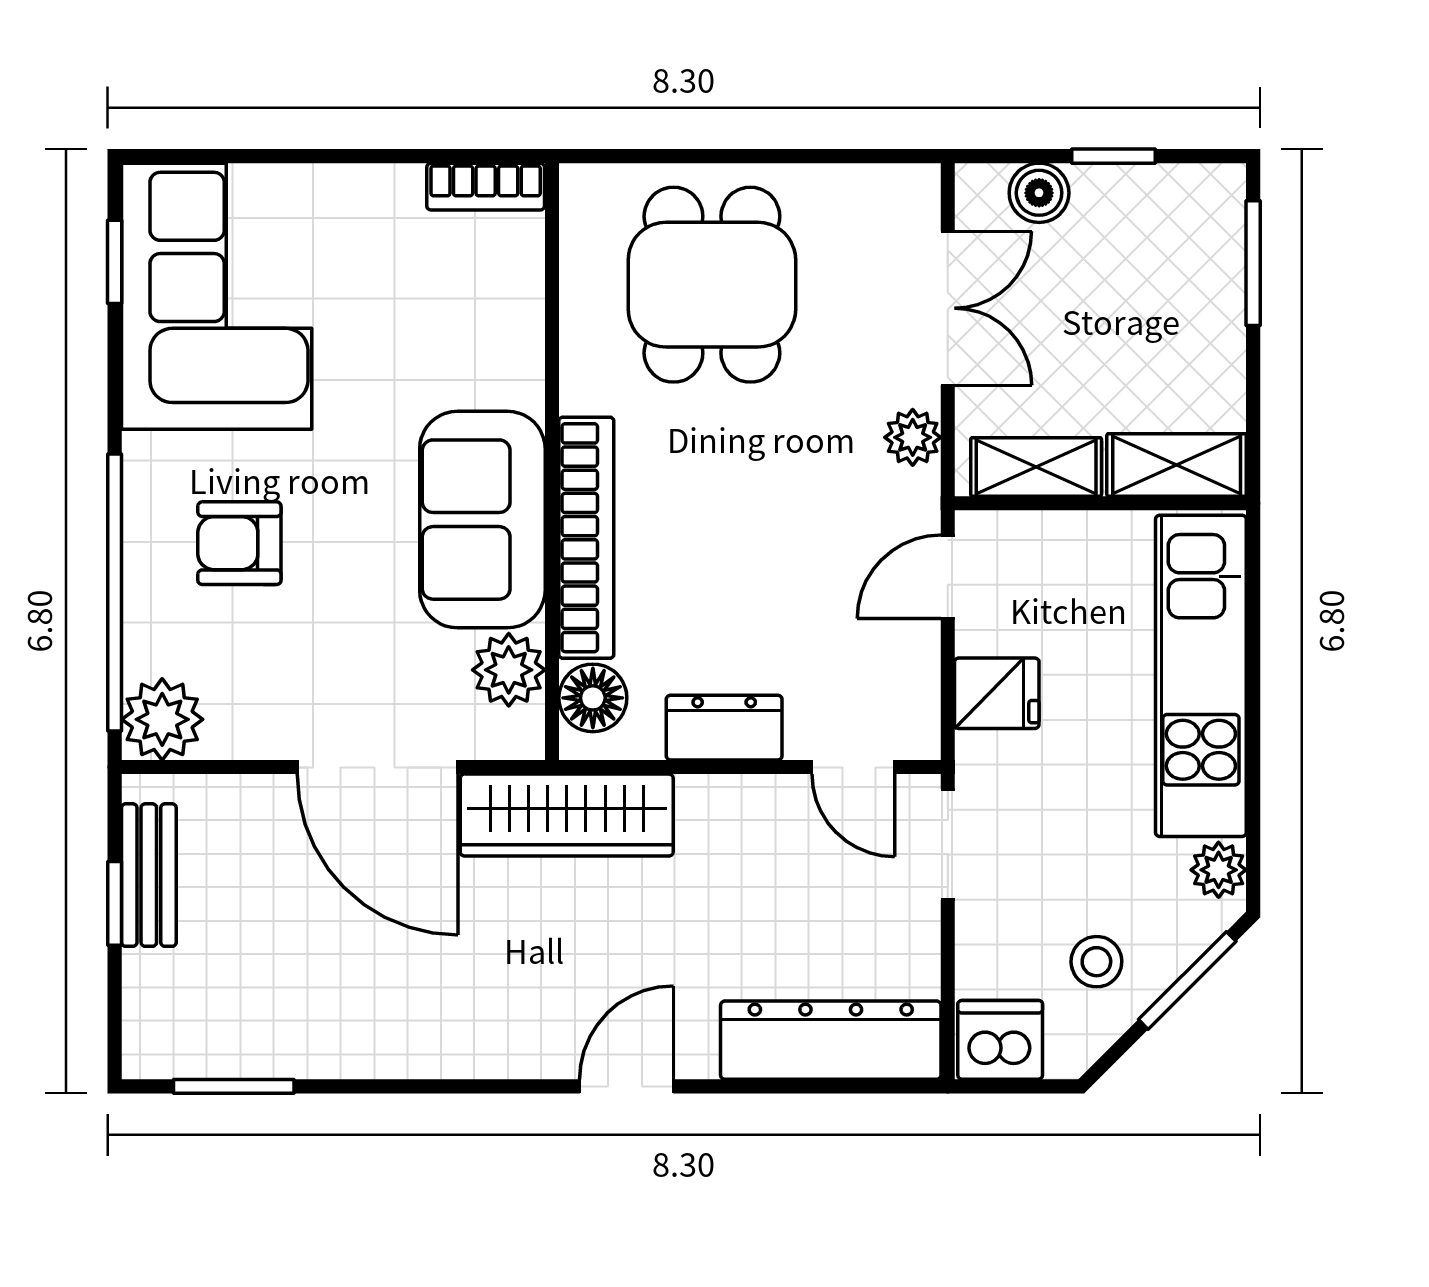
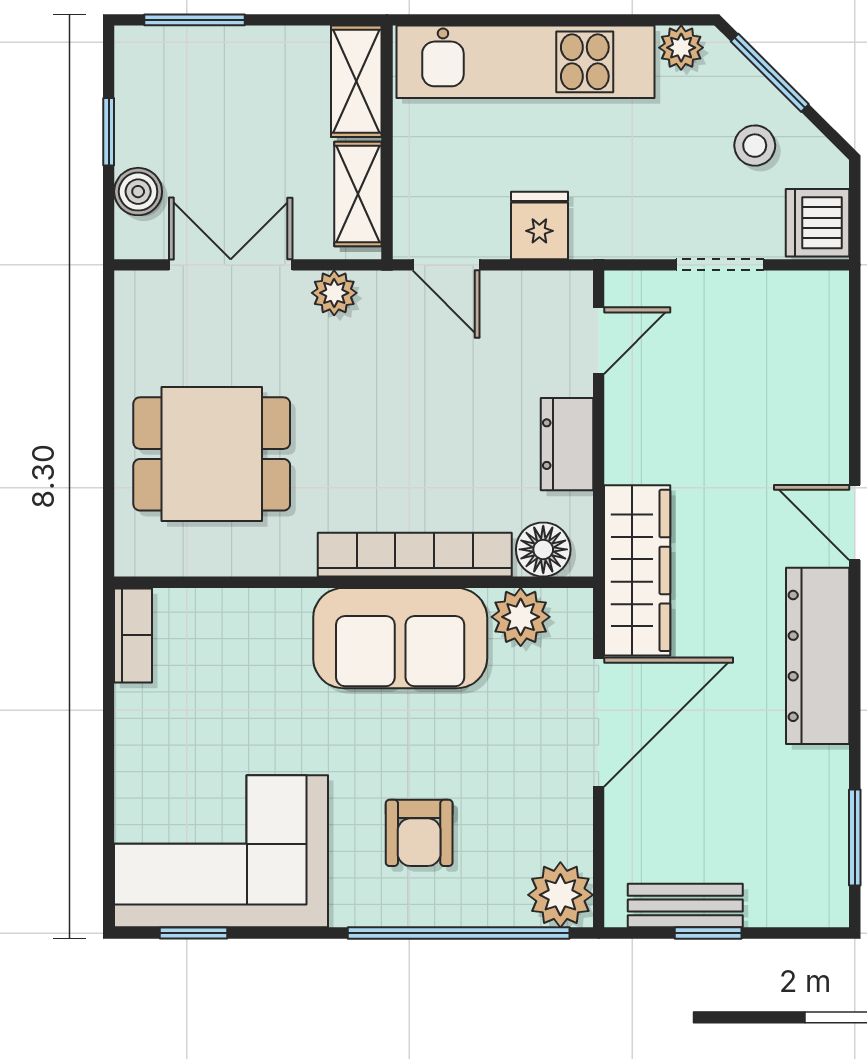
doorway: (948, 844) -> (720, 265), moved
dresser: (831, 1040) -> (818, 656), moved

